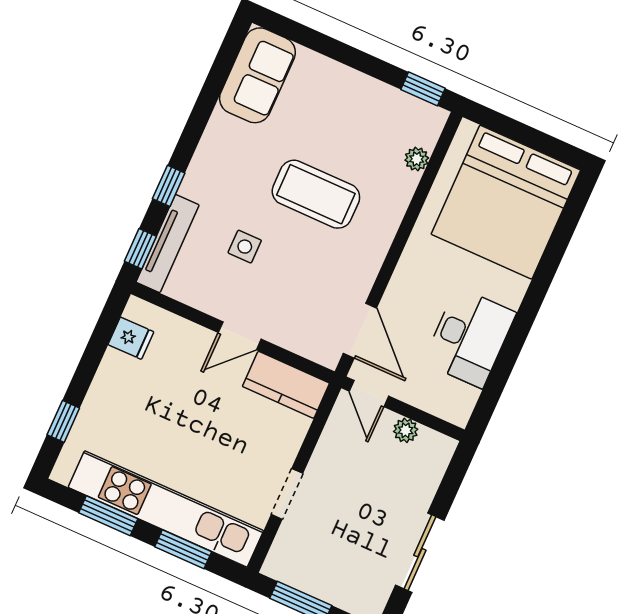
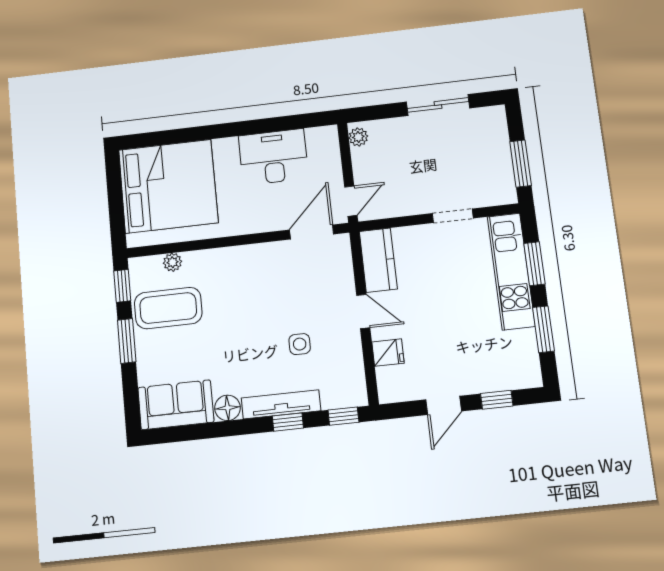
window: (359, 60) -> (127, 341), added
floor lamp: (222, 130) -> (228, 408), added
coffee table: (316, 194) -> (168, 308), moved, turned 90
tv unit: (168, 244) -> (281, 404), moved
fridge: (131, 338) -> (388, 353), moved, turned 90
door: (90, 362) -> (444, 405), added
plant: (406, 430) -> (358, 137), moved
kitchen unit: (166, 509) -> (511, 271), width x0.73

